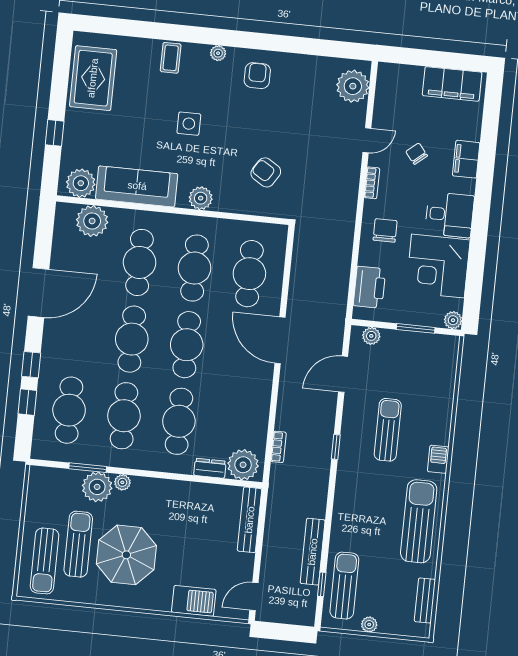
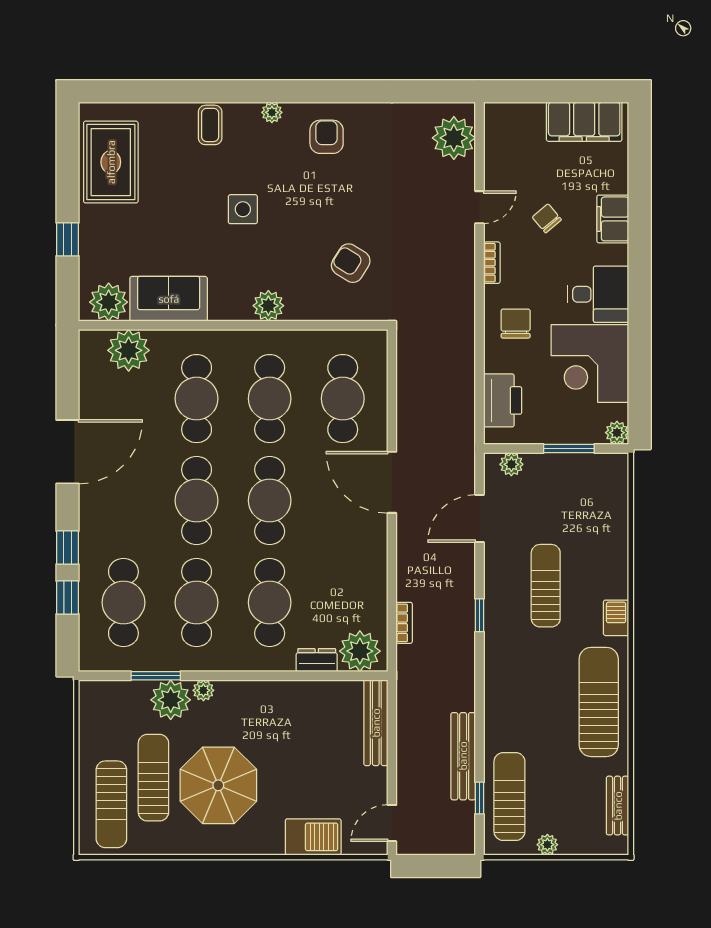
sofa: (137, 186) -> (169, 299), width x0.73

